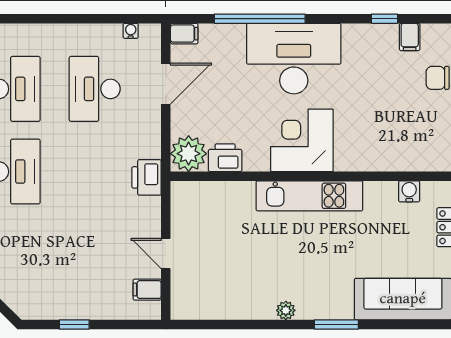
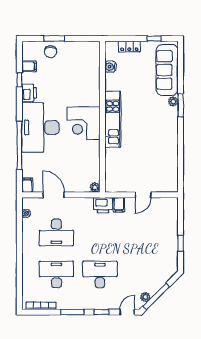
plant: (189, 154) -> (95, 187), width x0.53, depth x0.53
printer: (225, 158) -> (29, 93), moved, turned 180
filing cabinet: (147, 290) -> (119, 205), moved
plant: (286, 310) -> (173, 102), moved

